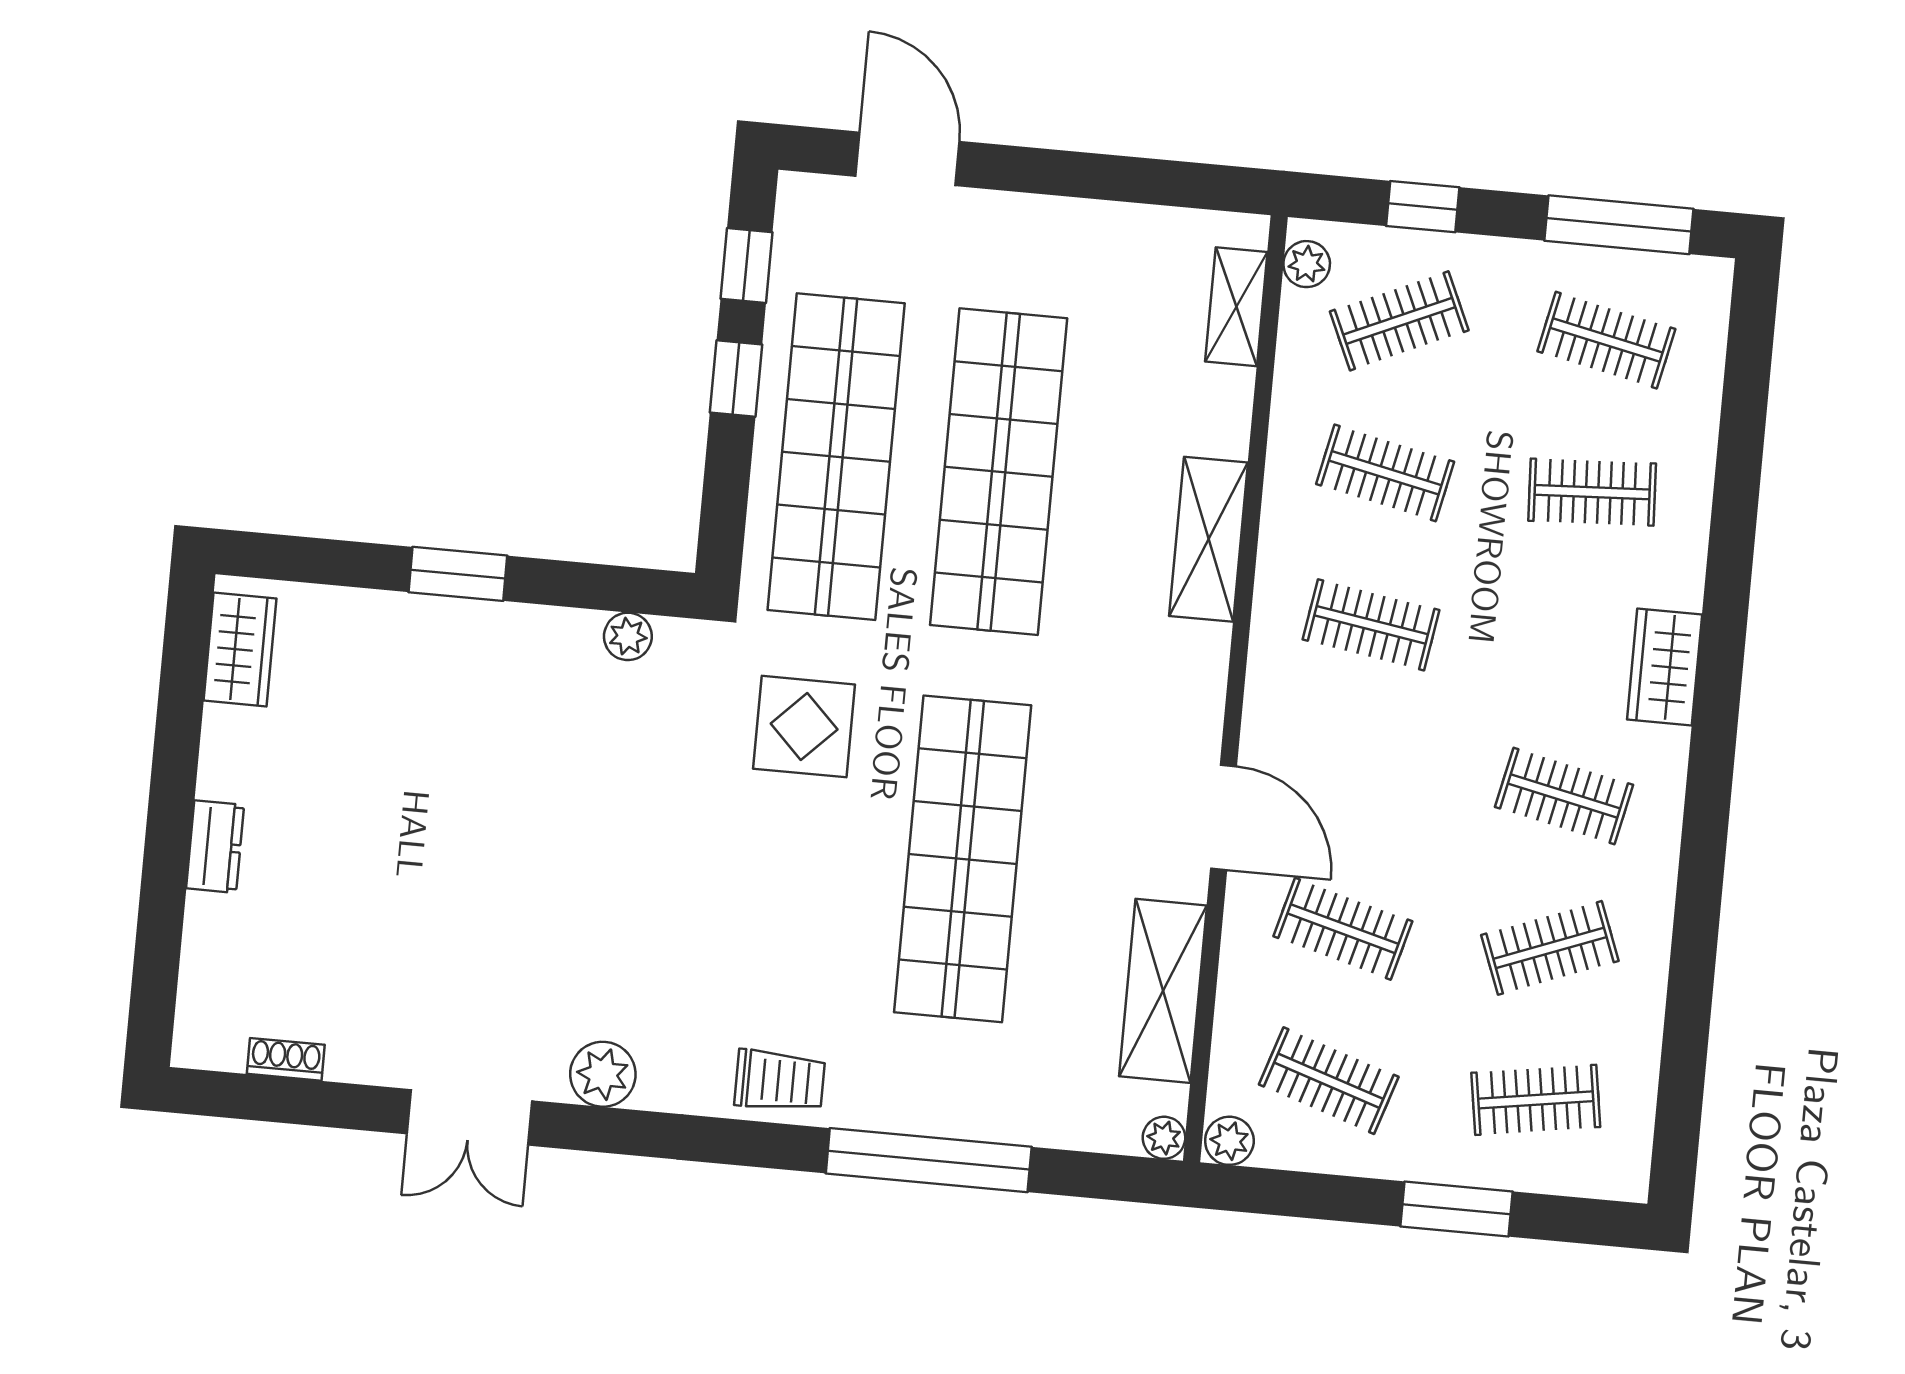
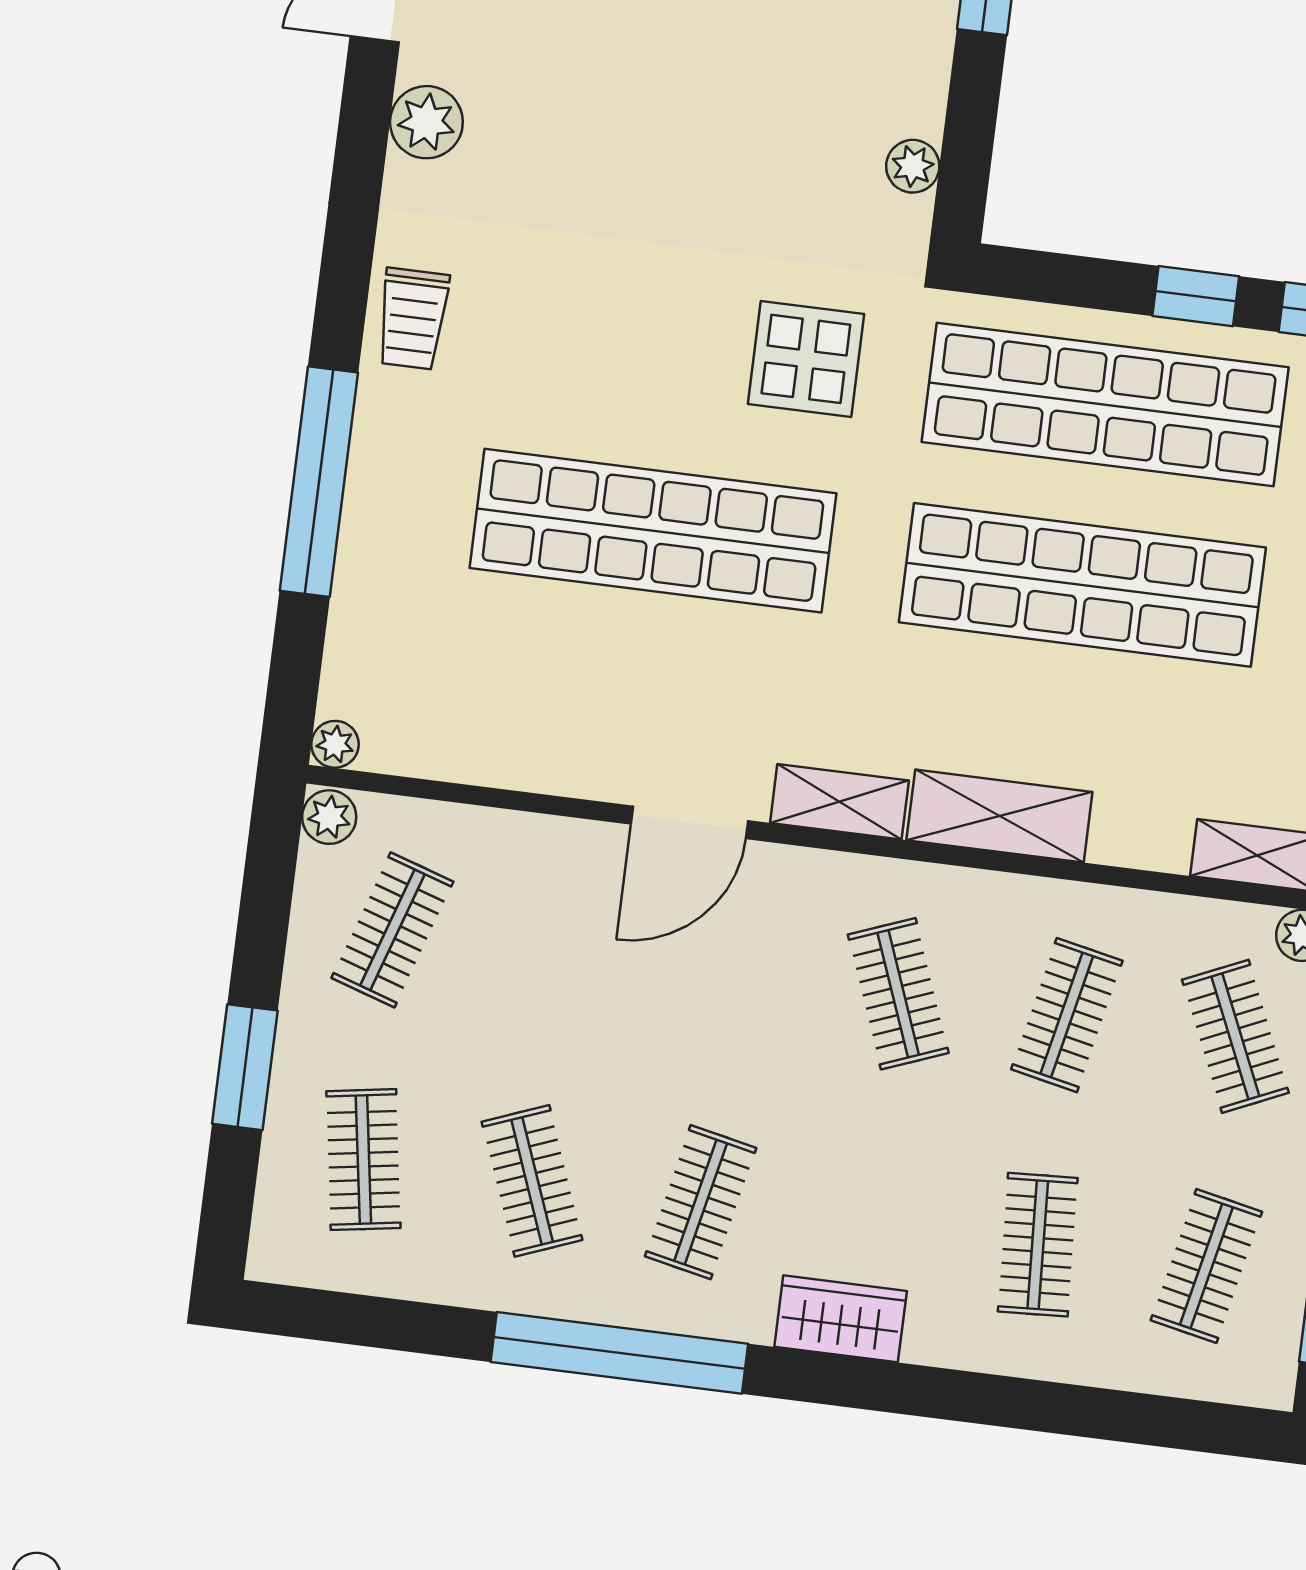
clothes rail: (1371, 625) -> (898, 994), turned -30
window: (1702, 864) -> (619, 1353), added
clothes rail: (1343, 929) -> (561, 951), removed
shelving: (1163, 991) -> (839, 802), moved, width x0.67, depth x0.75

